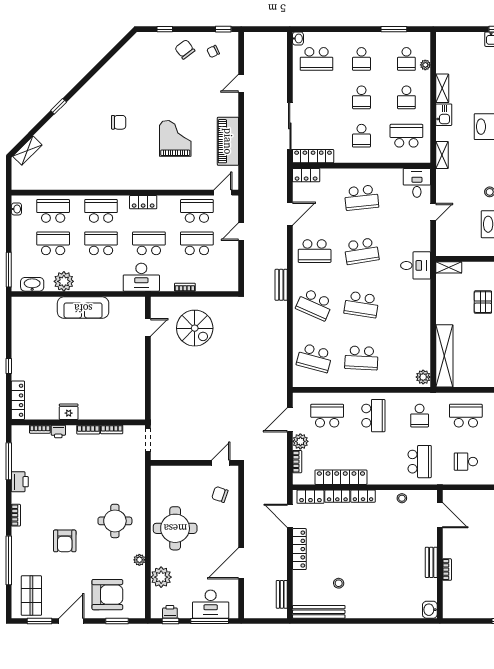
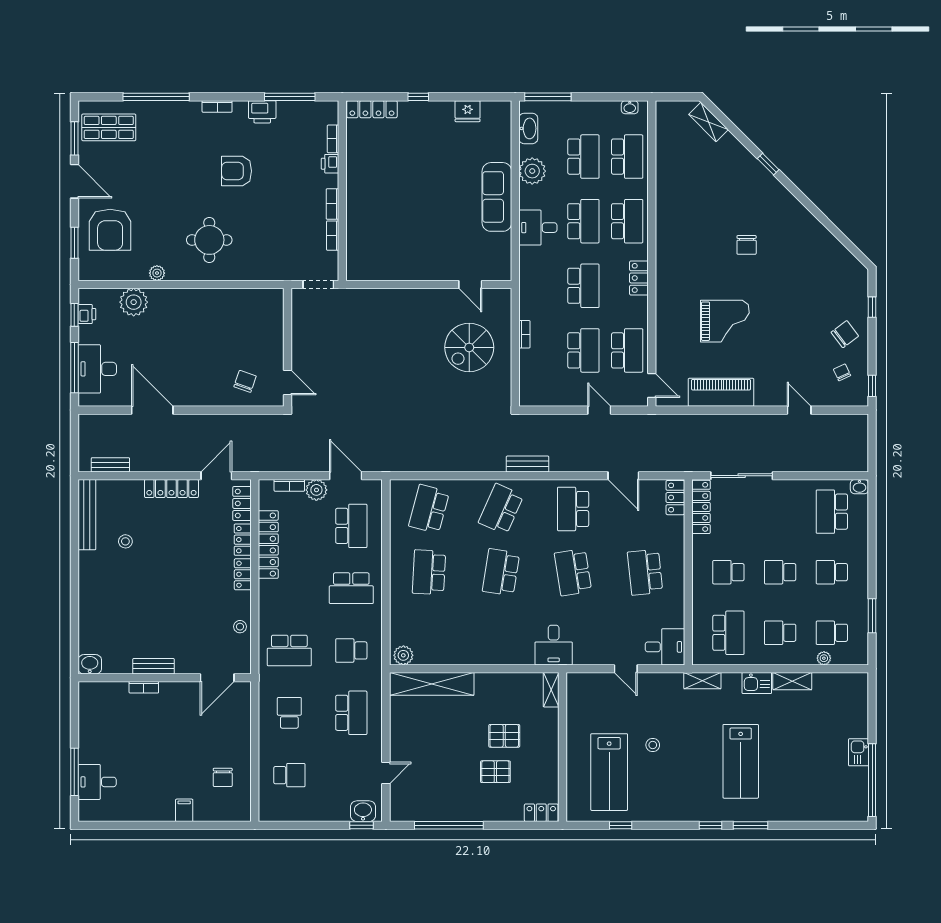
desk: (141, 277) -> (538, 228), moved, width x0.73
fridge: (69, 412) -> (468, 111), moved, turned 90
round table: (175, 528) -> (199, 321), removed
armchair: (65, 541) -> (237, 171), moved

